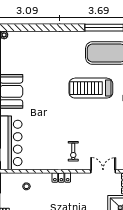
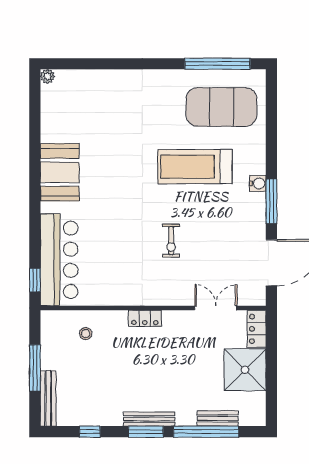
exercise bike: (73, 151) -> (171, 241), moved

